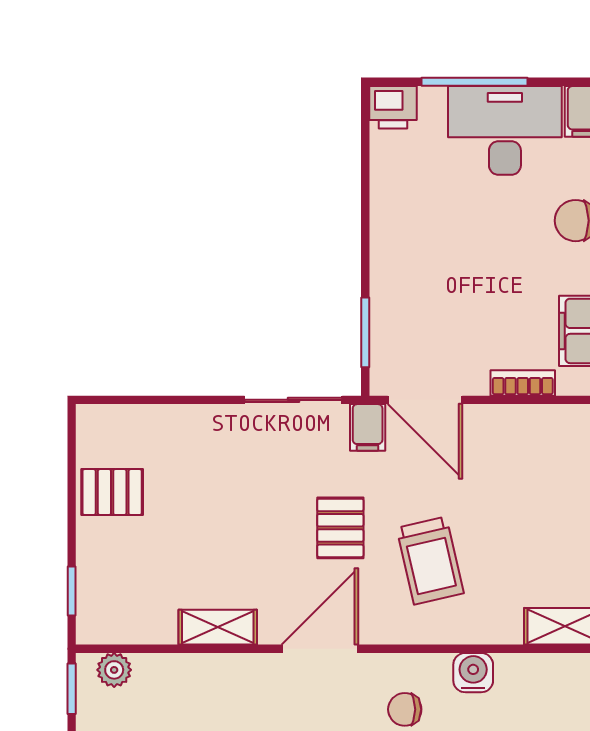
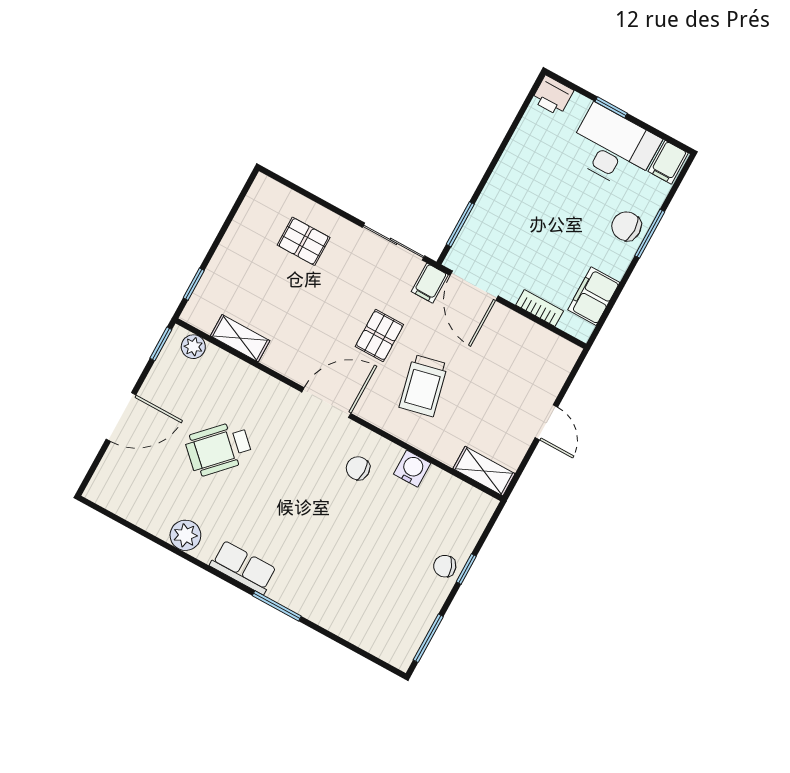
window: (475, 82) -> (611, 107), width x0.46
pallet: (112, 492) -> (304, 241), moved
shelving: (218, 627) -> (240, 338), moved

